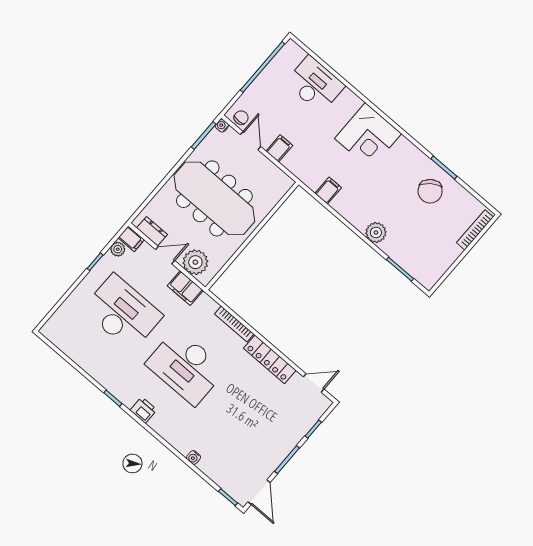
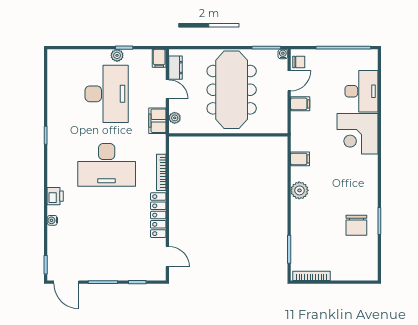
corner desk: (368, 136) -> (357, 134), moved
chair: (430, 191) -> (356, 225), turned -54
bookcase: (475, 230) -> (311, 276), moved
plant: (376, 232) -> (299, 190), moved
plant: (118, 249) -> (117, 55), moved
plant: (195, 262) -> (175, 118), width x0.53, depth x0.53
desk: (186, 367) -> (107, 165), turned -90
printer: (144, 410) -> (55, 196), moved
door: (259, 492) -> (66, 282), hinge flipped

